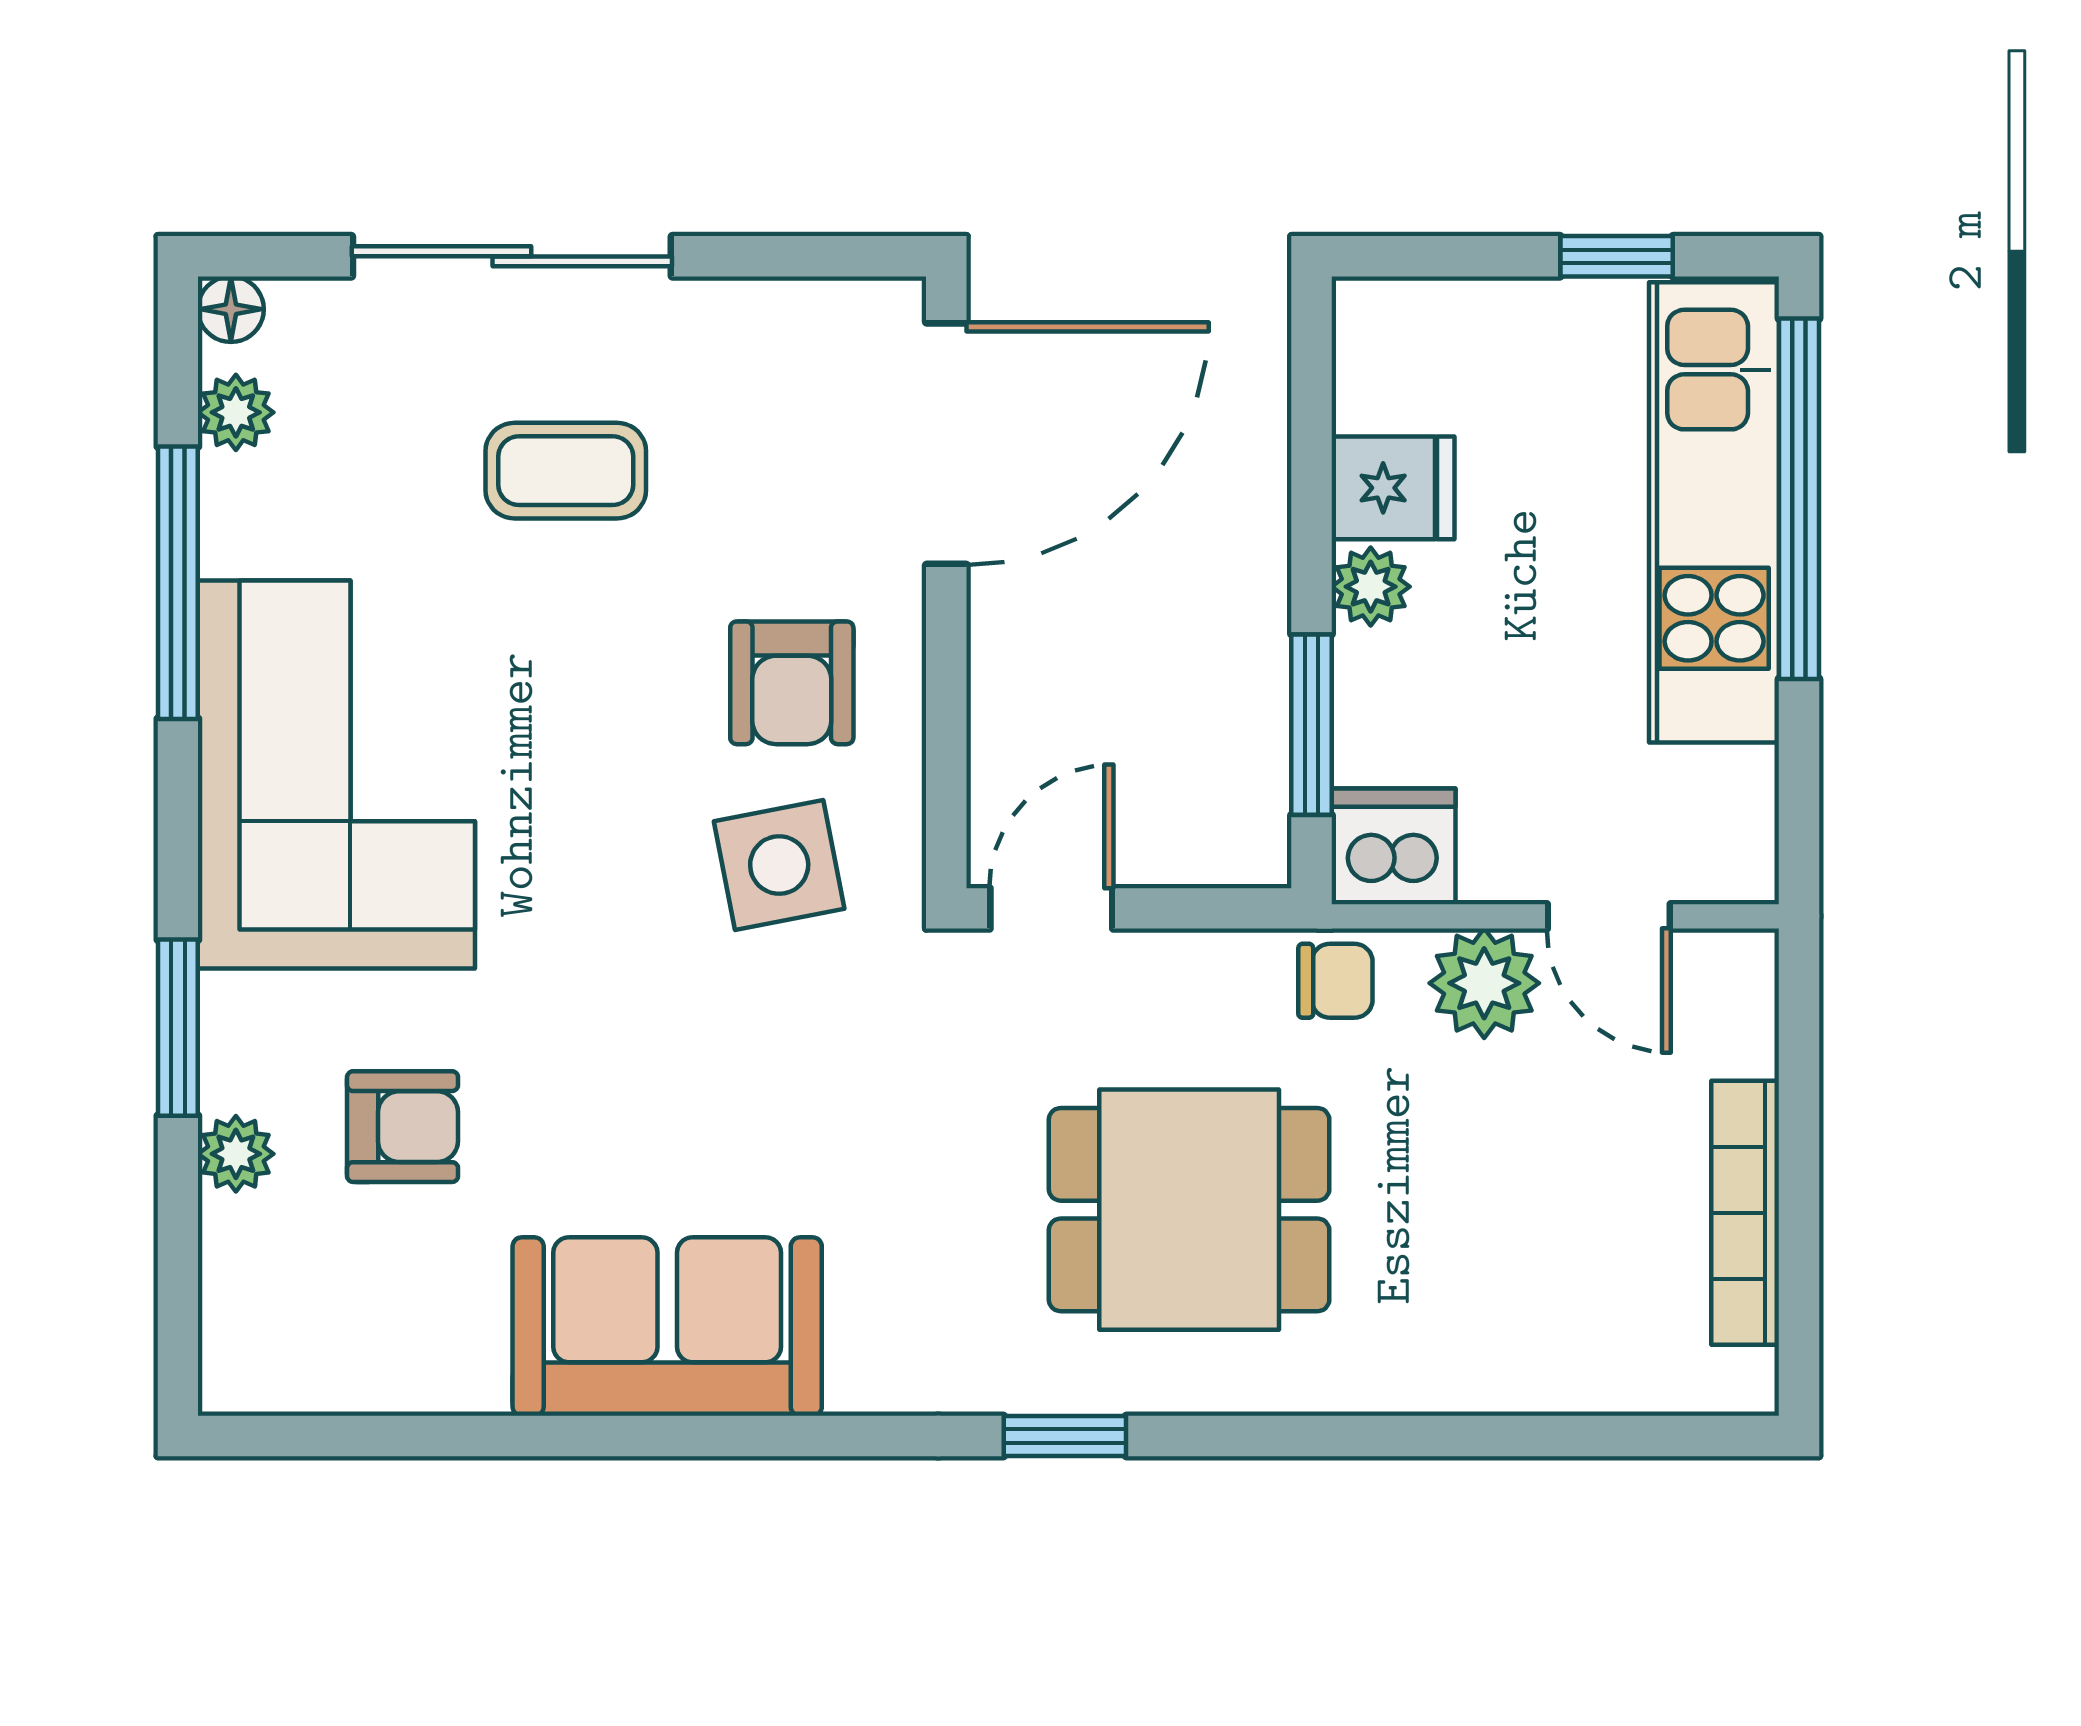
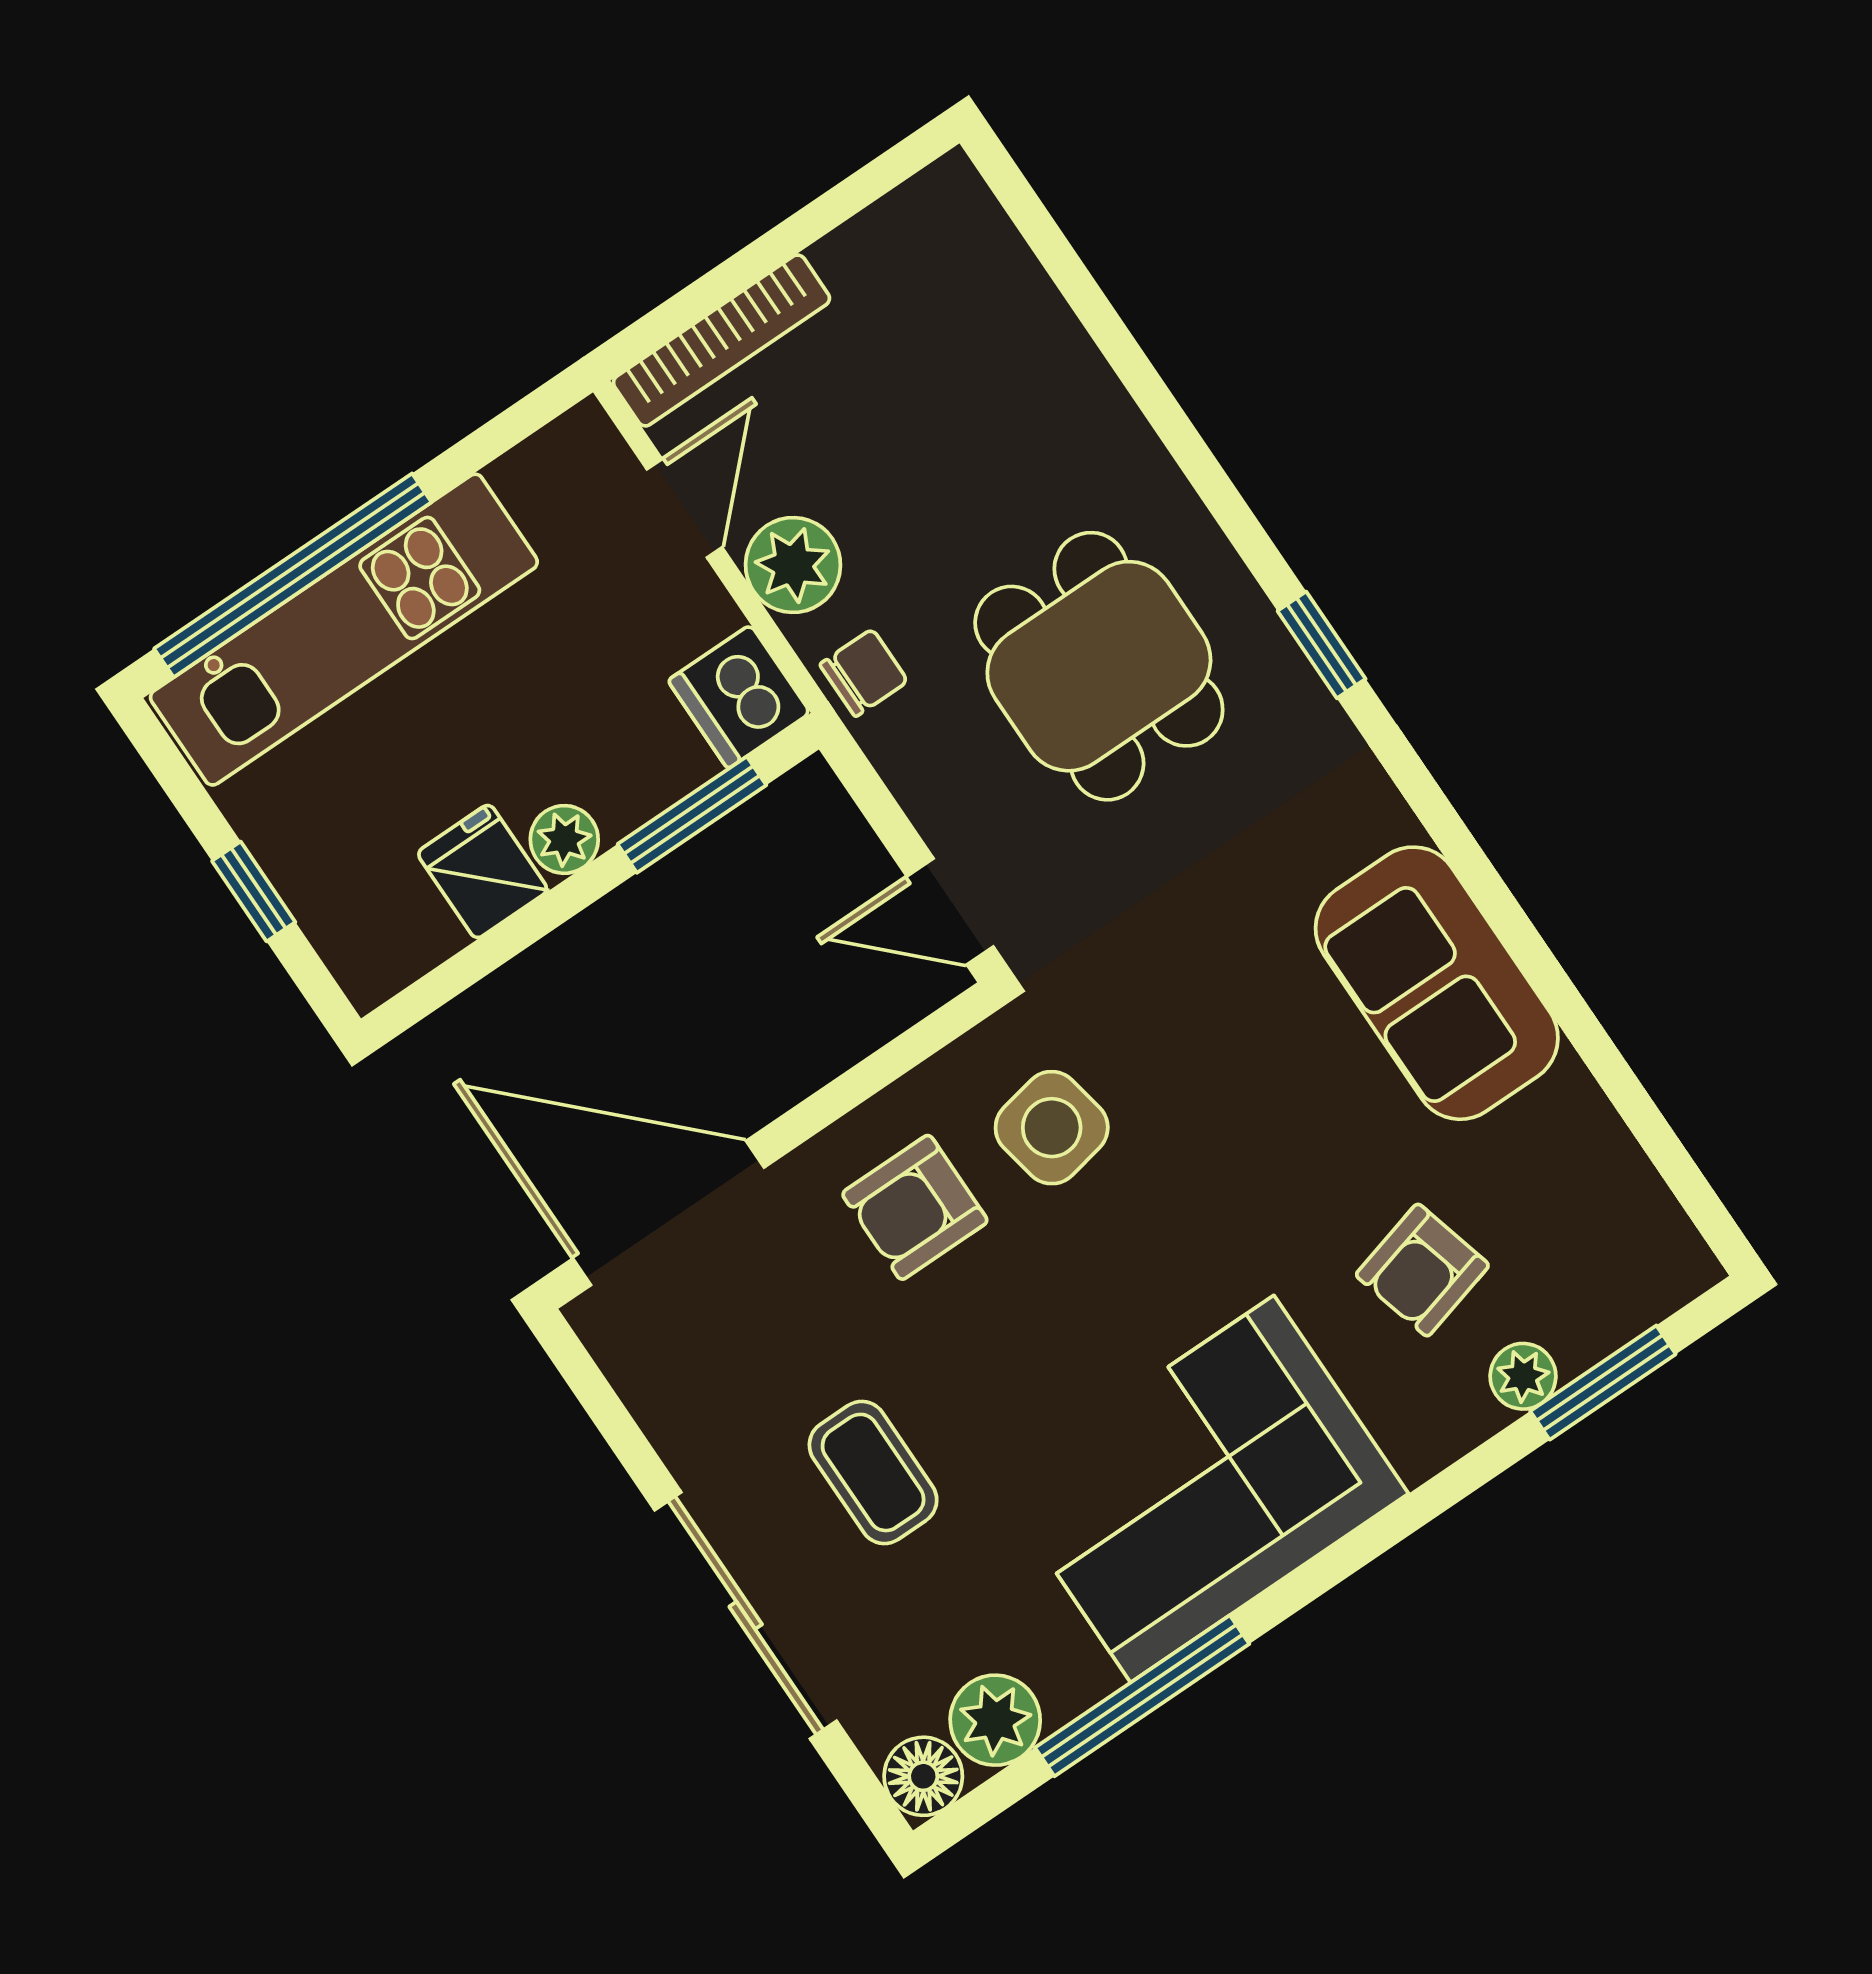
window: (1617, 256) -> (254, 891), moved
floor lamp: (231, 309) -> (923, 1776), width x1.37, depth x1.37
plant: (236, 412) -> (995, 1720), width x1.38, depth x1.38
armchair: (792, 683) -> (915, 1207), turned 180
chair: (1335, 981) -> (864, 673), turned 90
window: (178, 1028) -> (1603, 1383), moved
armchair: (403, 1127) -> (1422, 1270), turned -105
bookcase: (1745, 1213) -> (721, 340), moved

